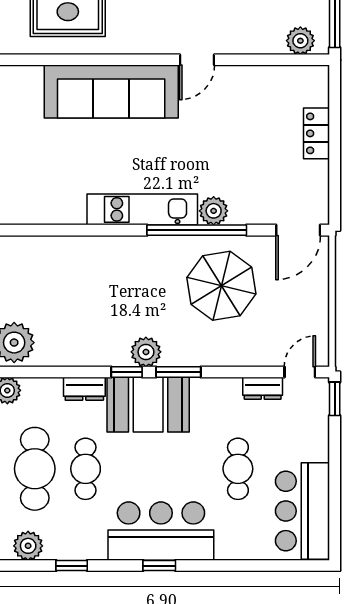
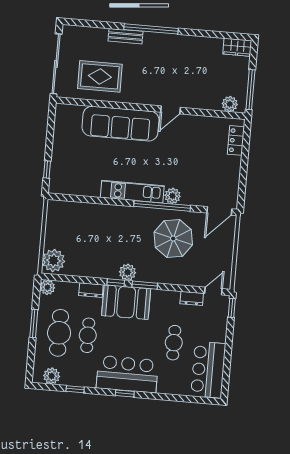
locker: (317, 133) -> (236, 140), moved

